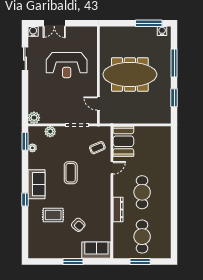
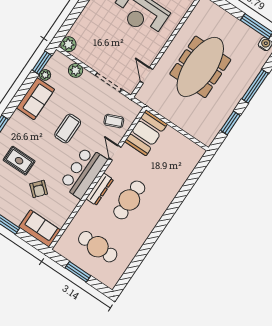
meeting table: (130, 74) -> (200, 67), turned 90
door: (112, 168) -> (115, 153), swing flipped
sofa: (37, 184) -> (35, 99), moved
bar counter: (100, 194) -> (83, 172), added
dresser: (118, 210) -> (100, 189), moved
cafe table: (142, 237) -> (98, 247), turned 90

